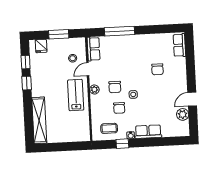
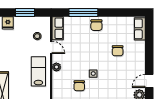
door: (88, 69) -> (51, 47), swing flipped
chair: (115, 87) -> (96, 25), moved

